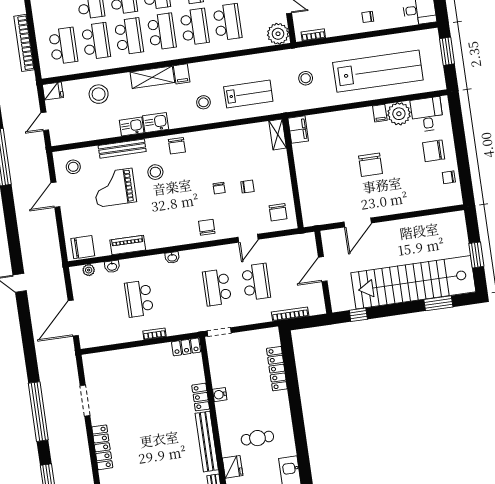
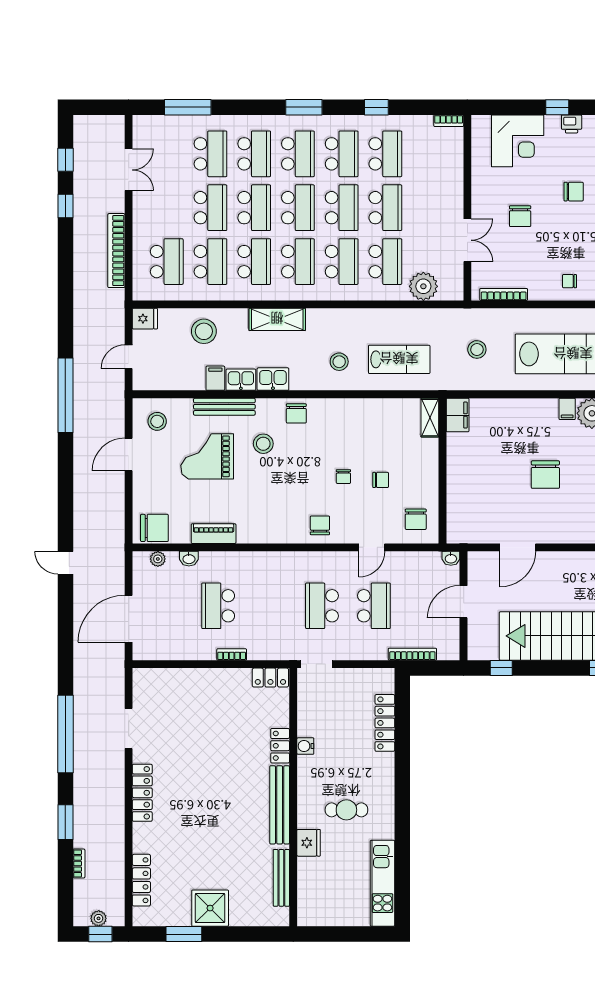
plant: (278, 34) -> (423, 286), moved
bookcase: (313, 35) -> (504, 294), width x1.56
filing cabinet: (182, 74) -> (215, 378), moved, turned 180
washbasin: (172, 258) -> (451, 558), moved

